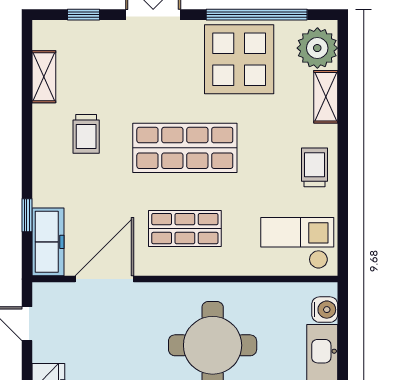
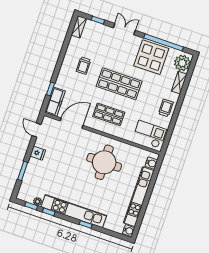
shelving: (44, 77) -> (79, 27), moved

